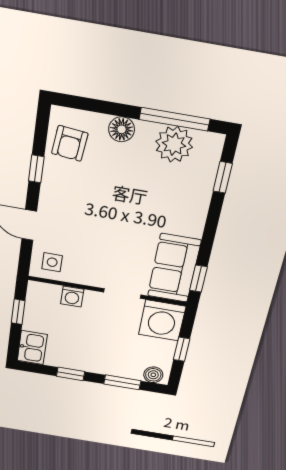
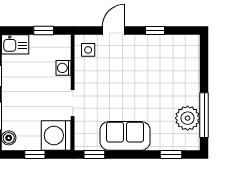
floor lamp: (122, 129) -> (192, 82), removed
armchair: (70, 143) -> (176, 50), removed
sofa: (174, 268) -> (125, 136), moved

